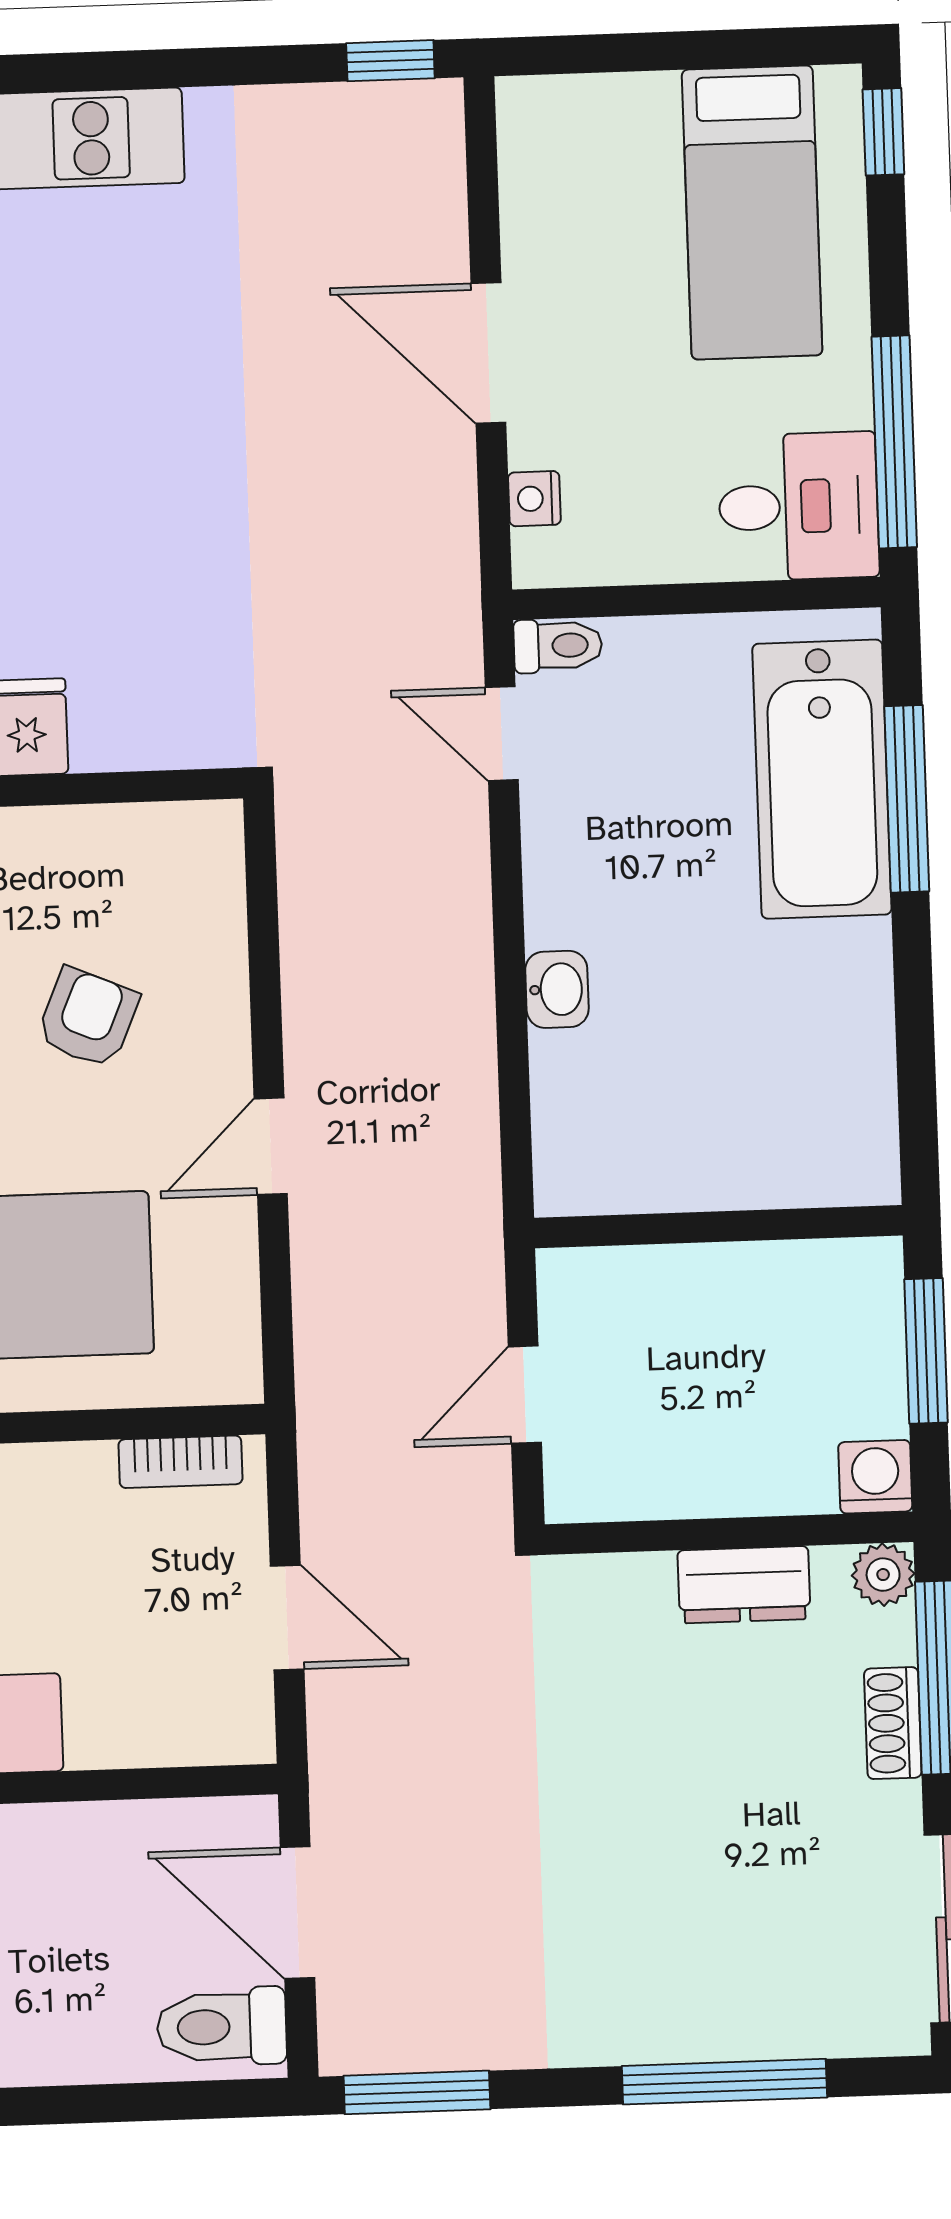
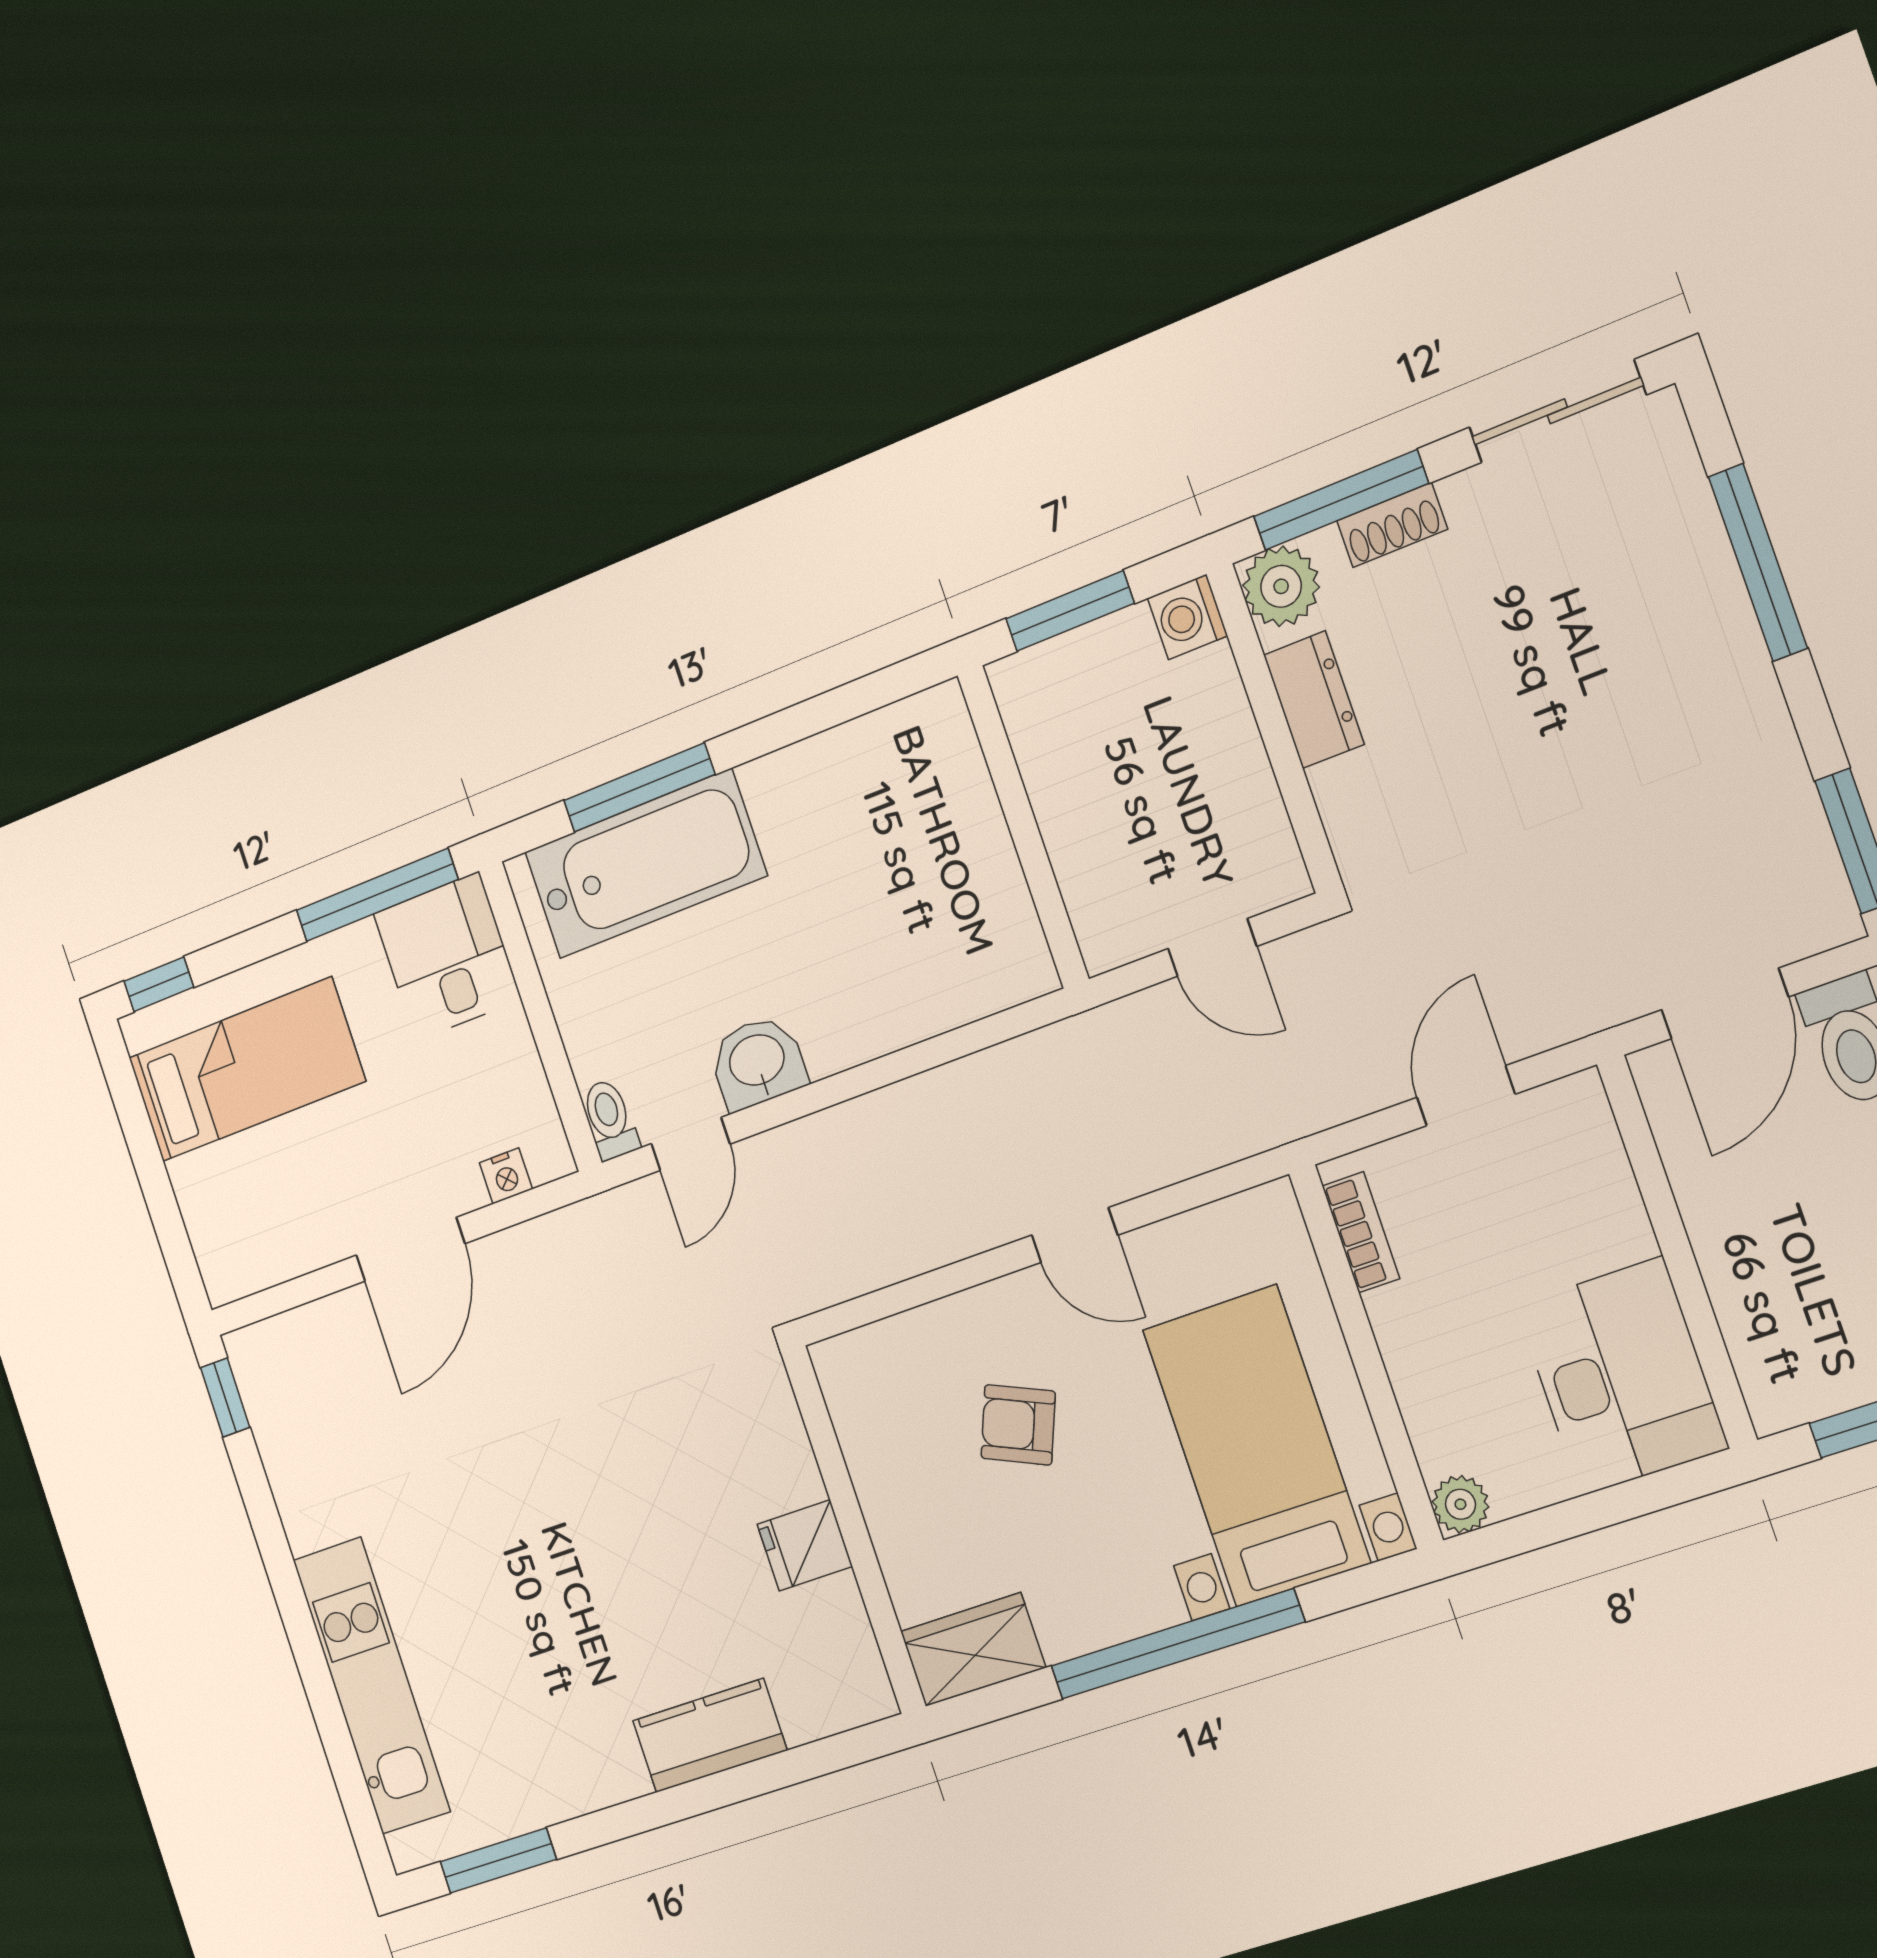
washbasin: (557, 989) -> (757, 1062), moved, width x1.38, depth x1.45
plant: (883, 1575) -> (1281, 586), width x1.38, depth x1.38

